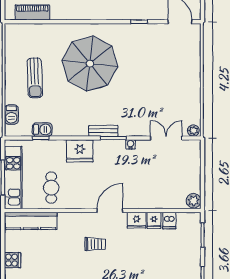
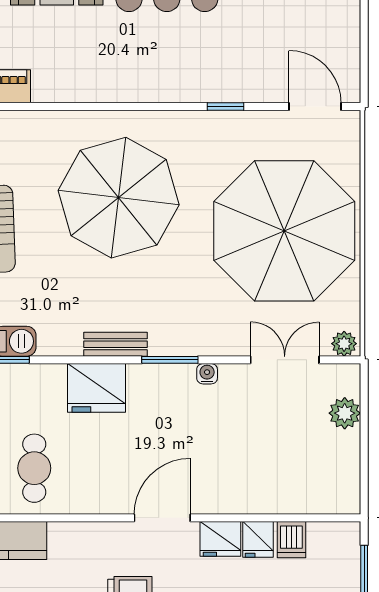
parasol: (166, 79) -> (284, 231), added
bench: (103, 131) -> (116, 344), moved
plant: (194, 201) -> (345, 413), moved

